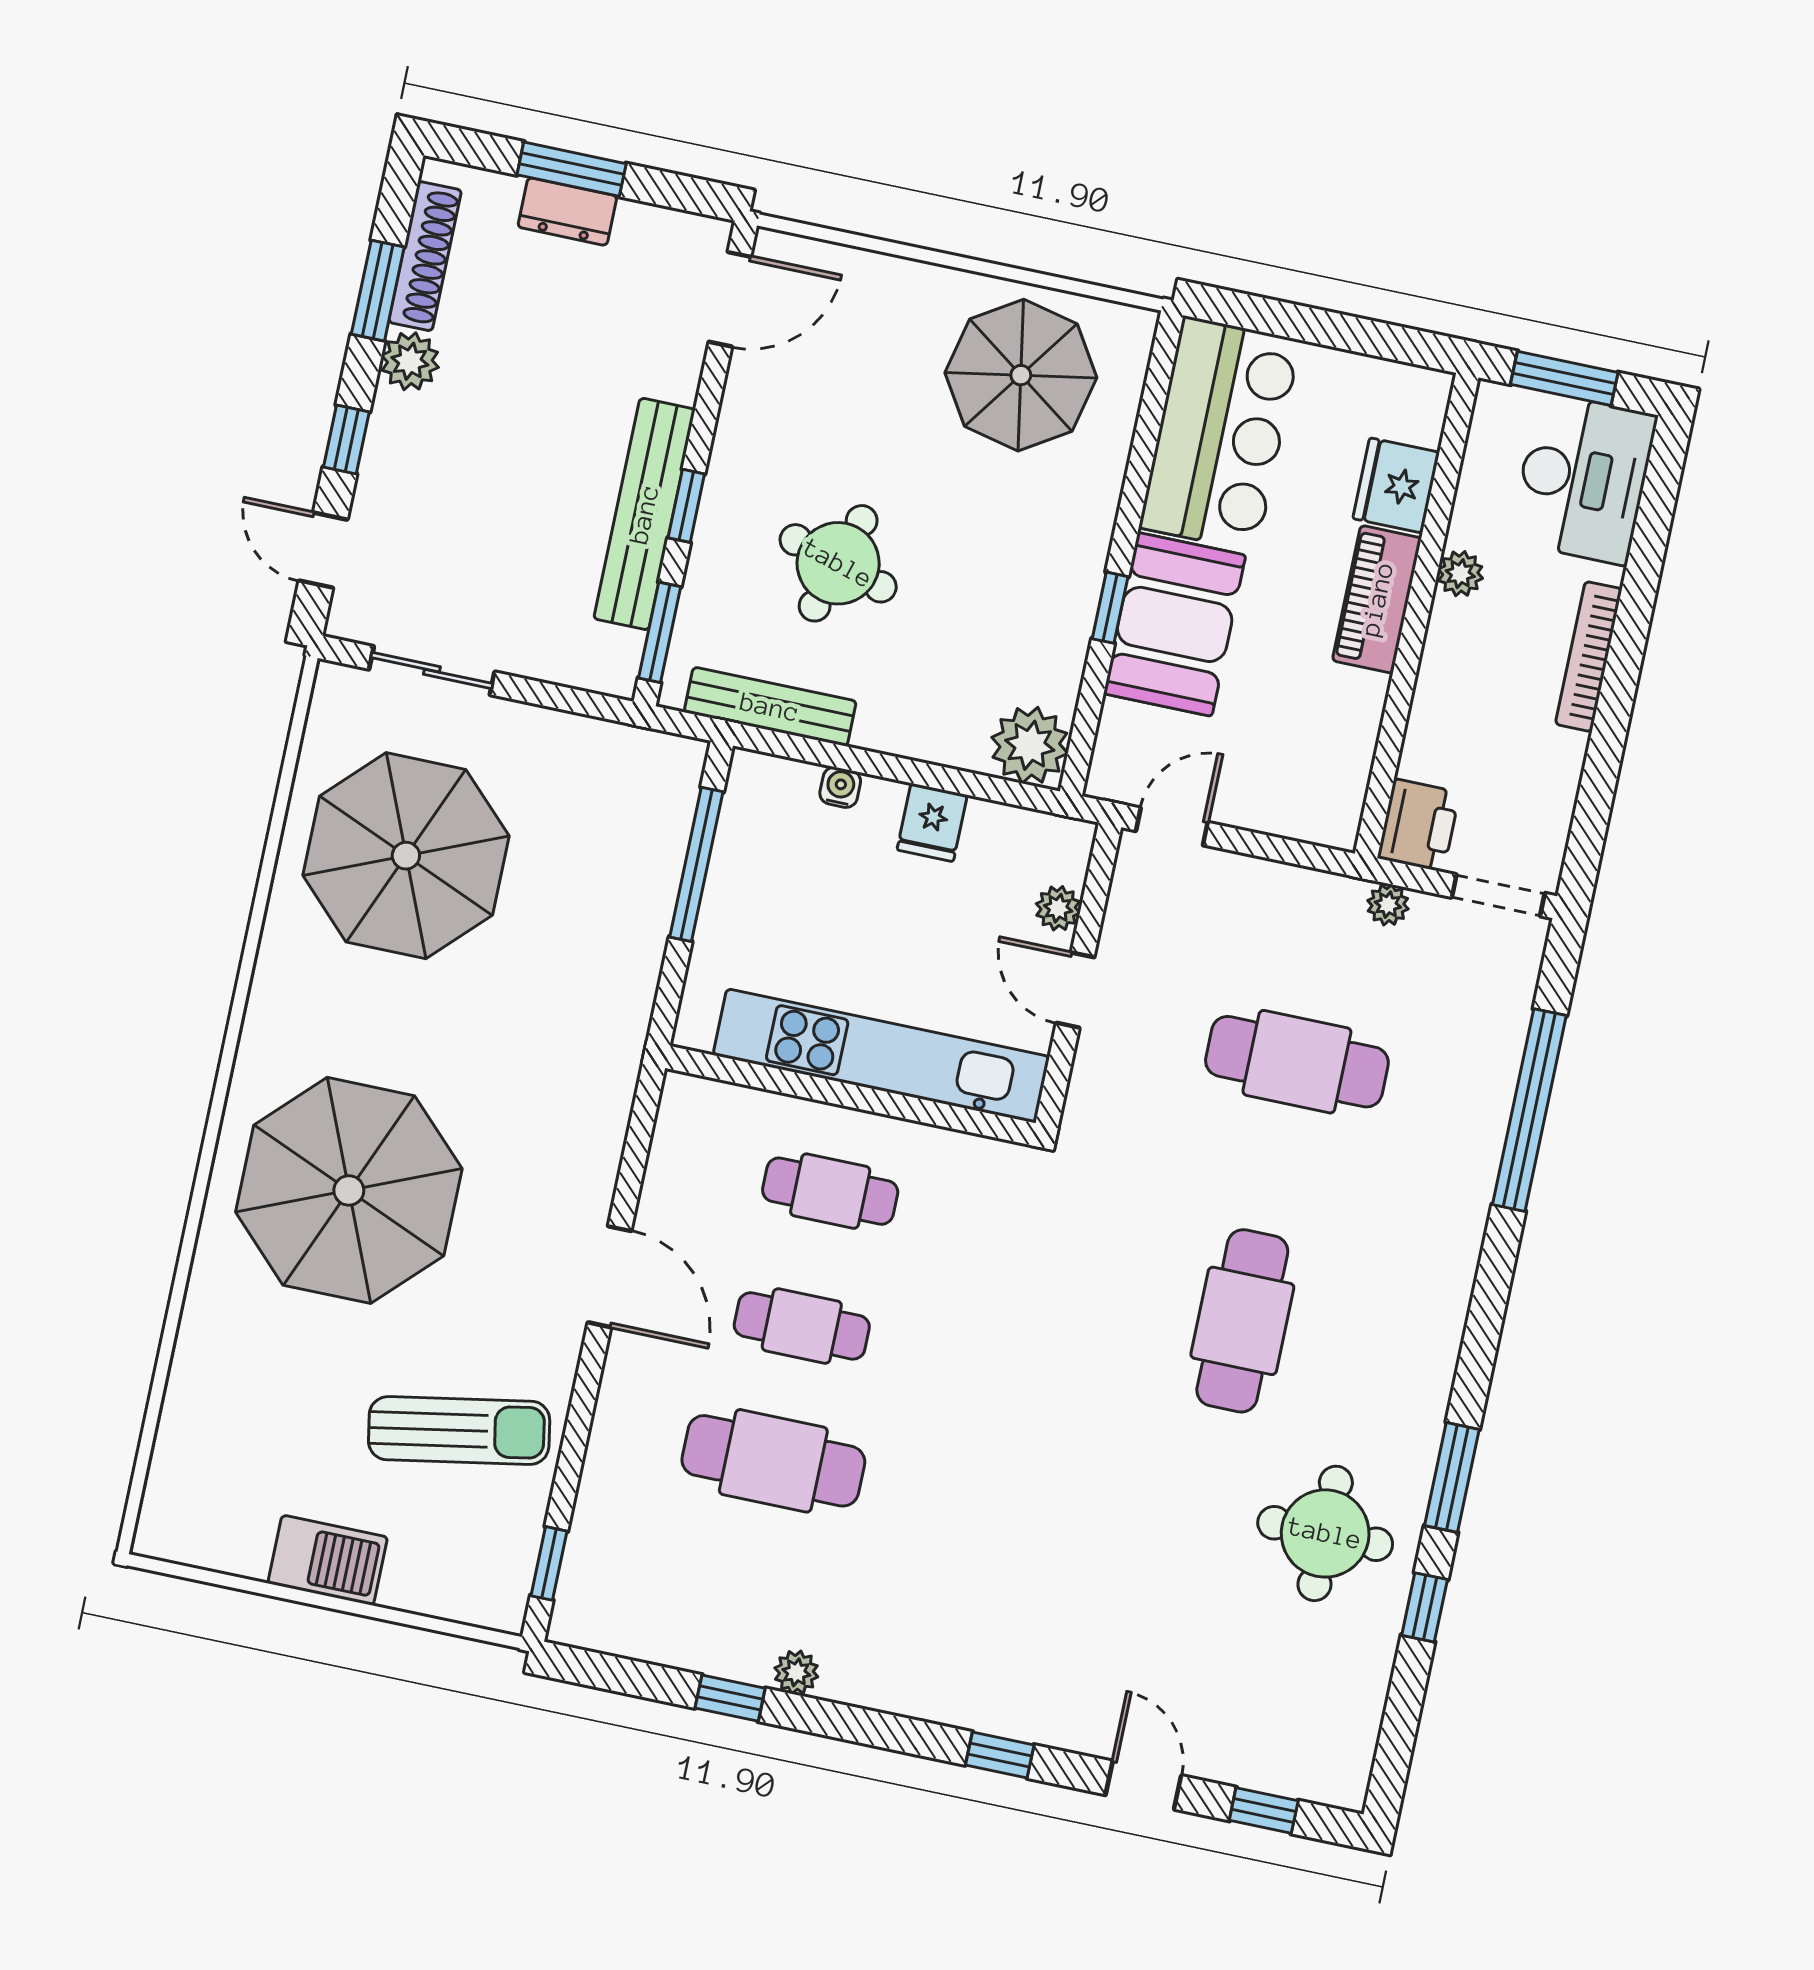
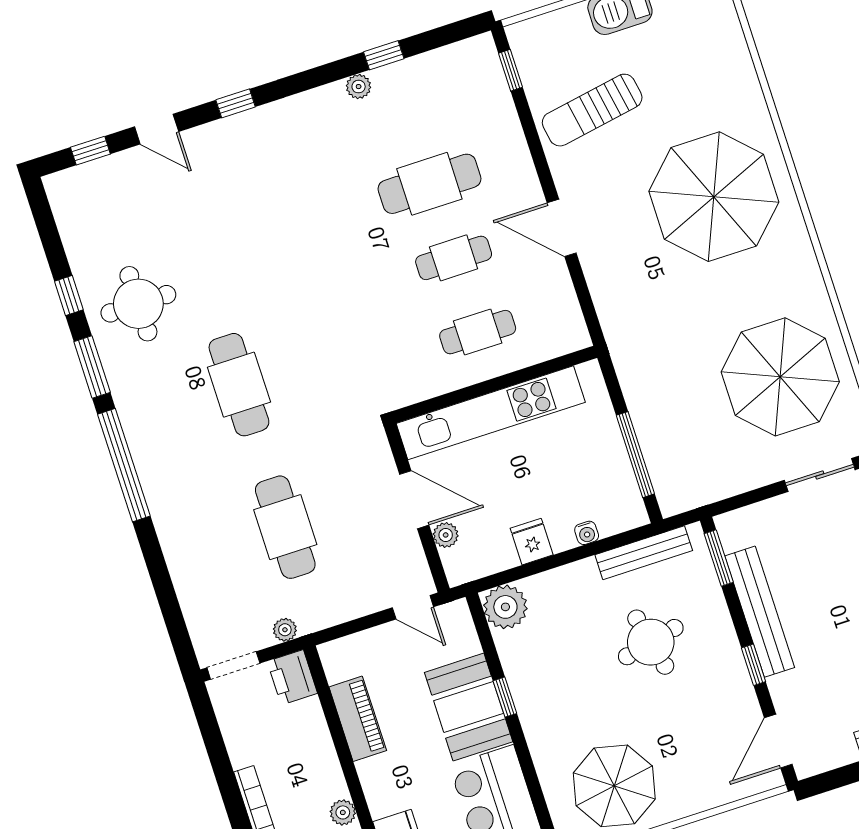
window: (686, 506) -> (754, 665), moved
round table: (838, 563) -> (651, 642), turned -30
piano: (1377, 599) -> (358, 719), moved
door: (1172, 827) -> (413, 607), hinge flipped
door: (1075, 990) -> (414, 500), width x1.38
cafe table: (1297, 1062) -> (285, 527), turned 90
window: (1529, 1110) -> (124, 465), moved

